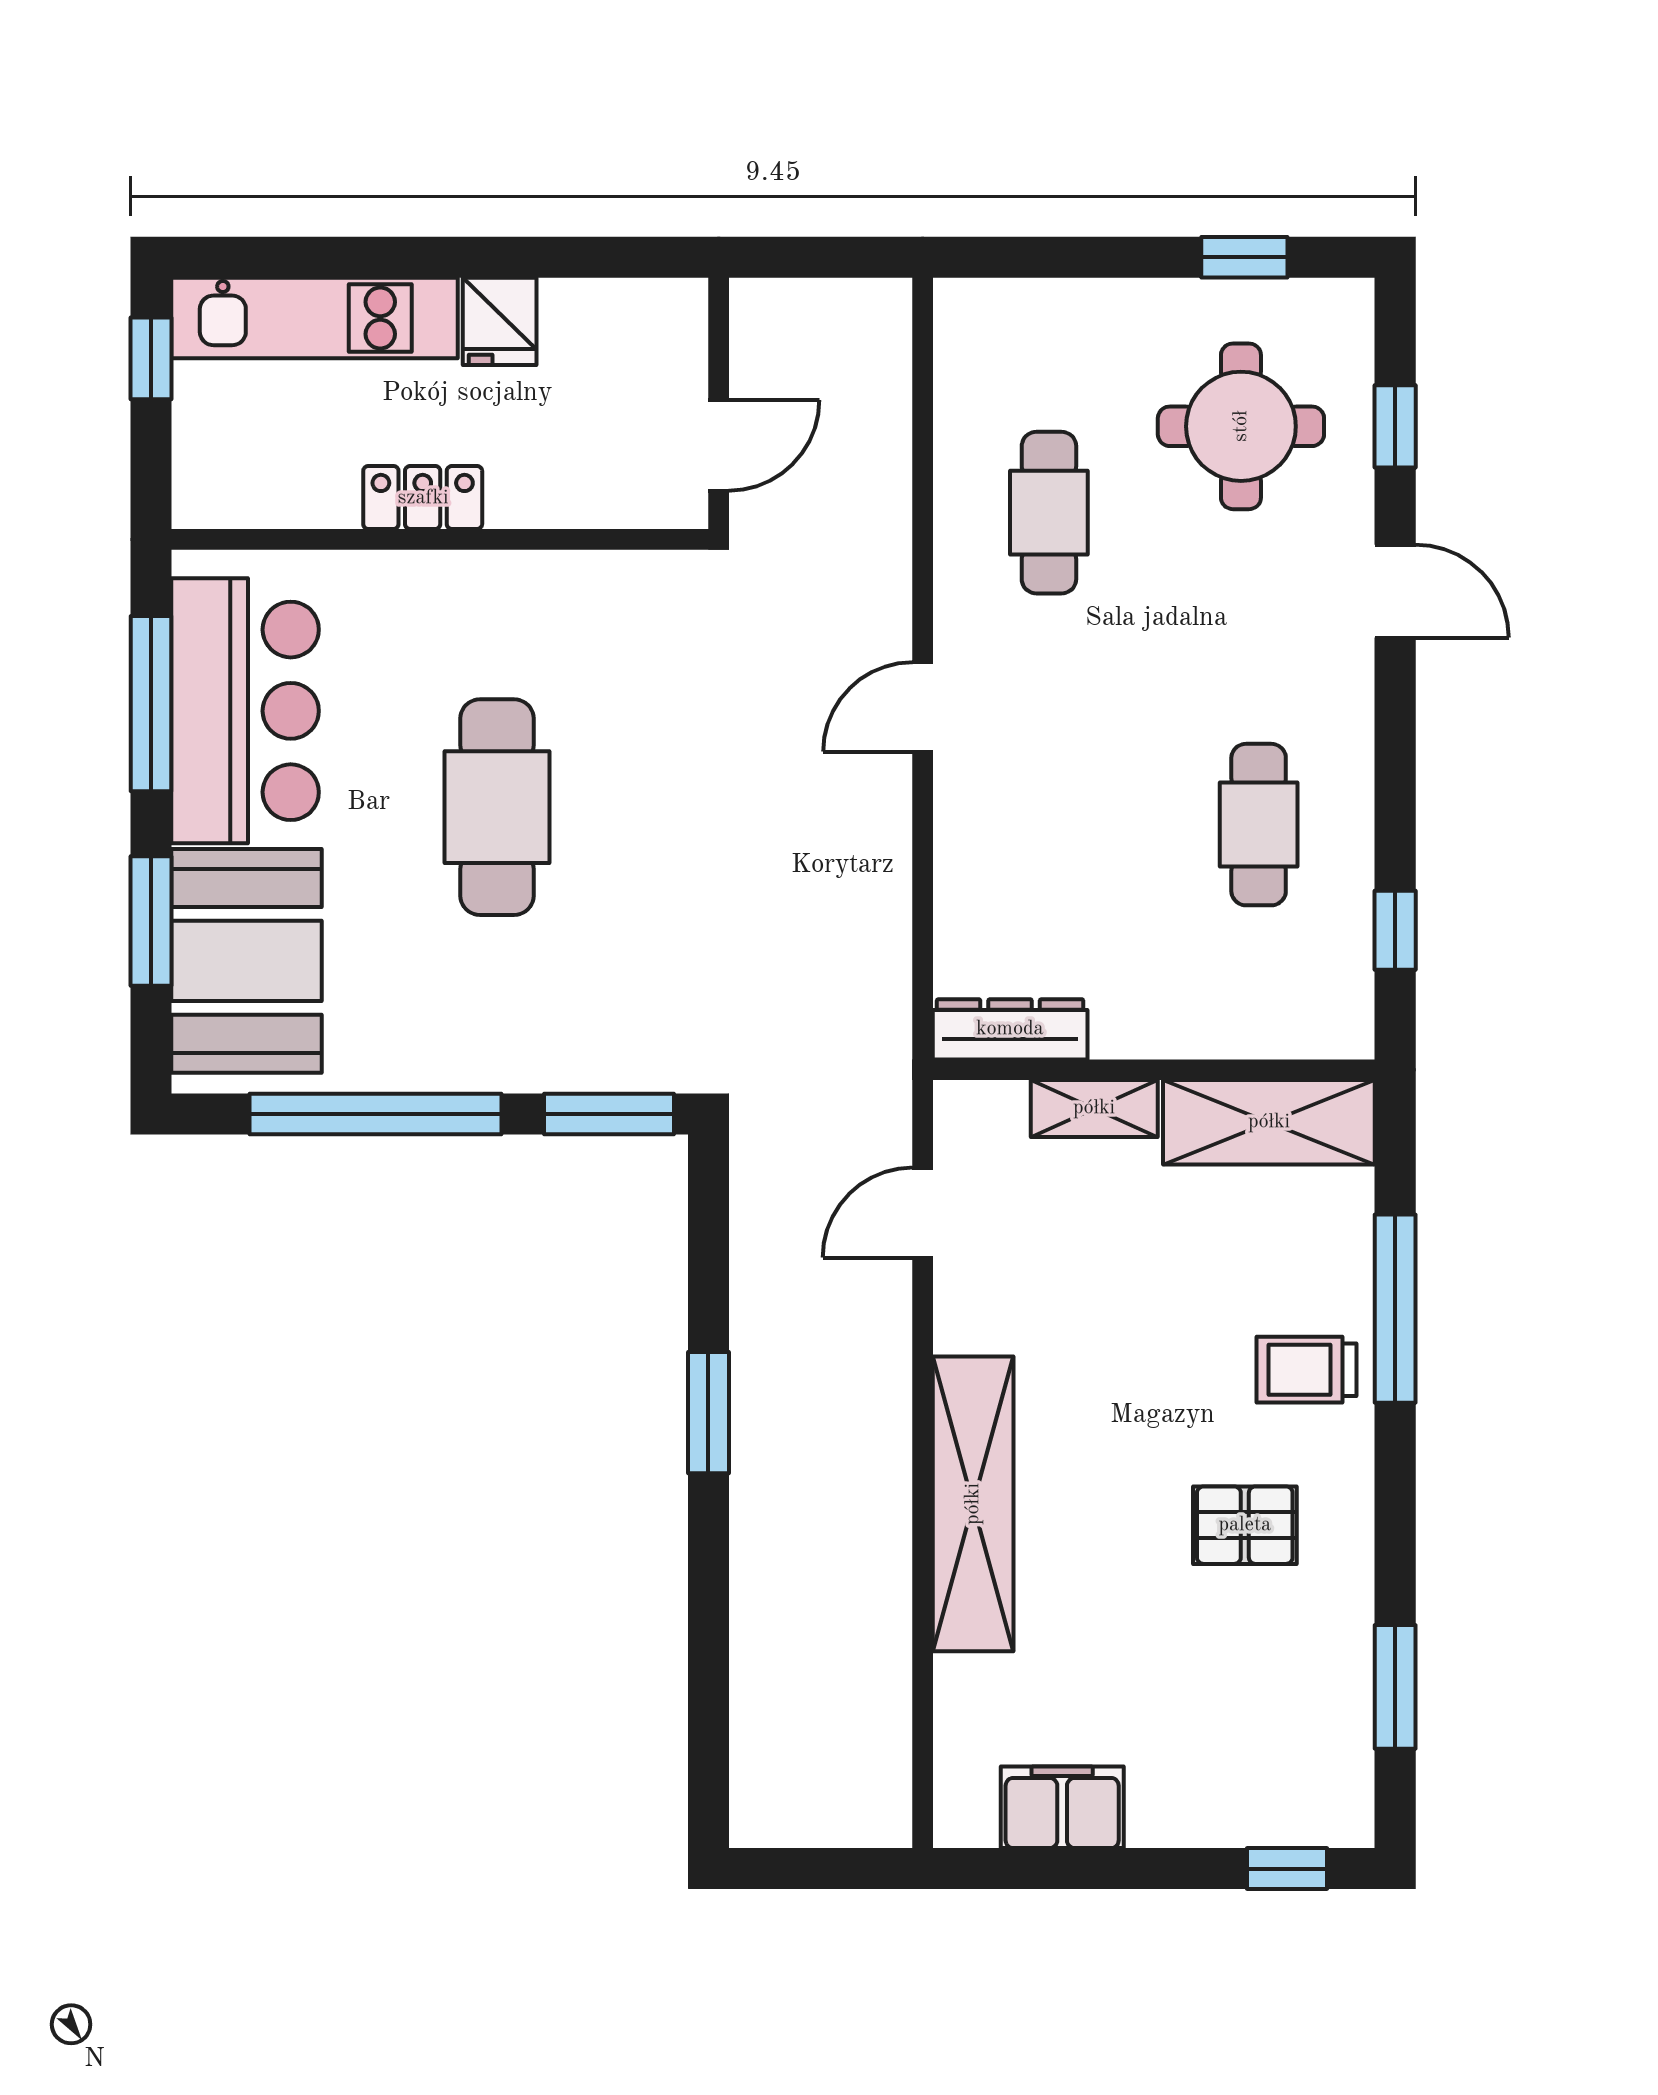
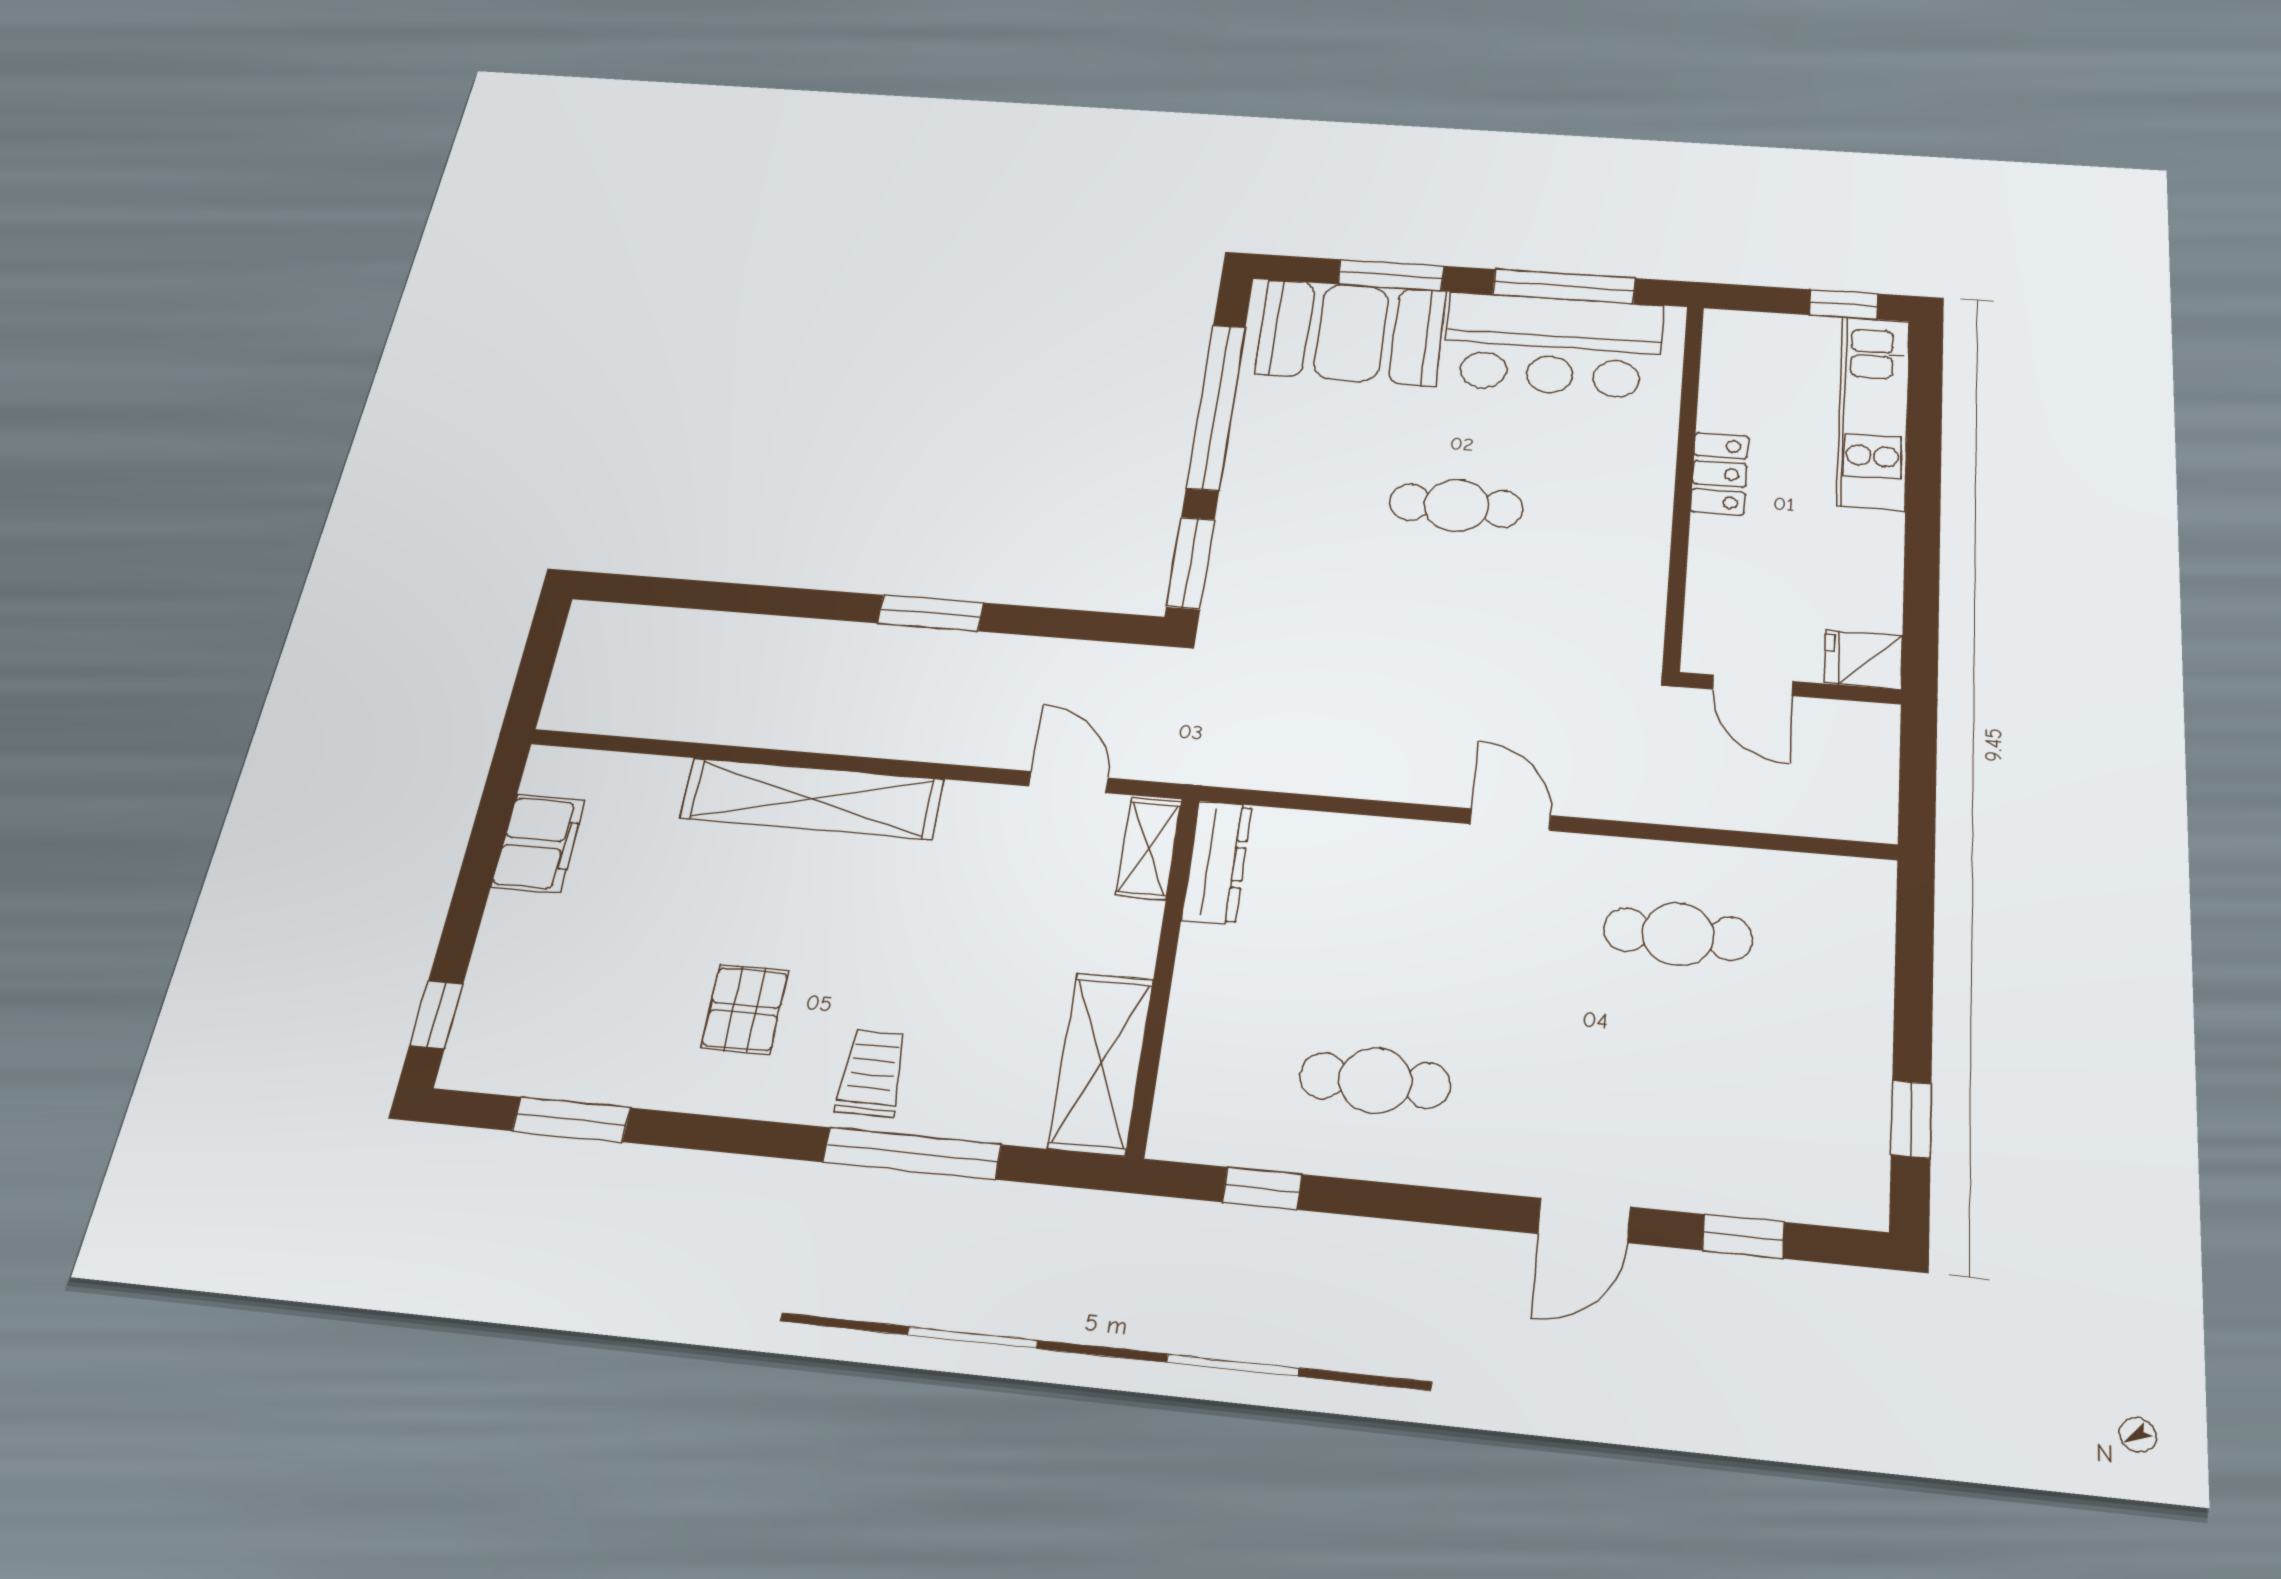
fridge: (500, 321) -> (1863, 660), moved
round table: (1241, 426) -> (1750, 1101), removed
cafe table: (497, 807) -> (1456, 505), width x0.73, depth x0.74
shelving: (1094, 1108) -> (1149, 849), moved

